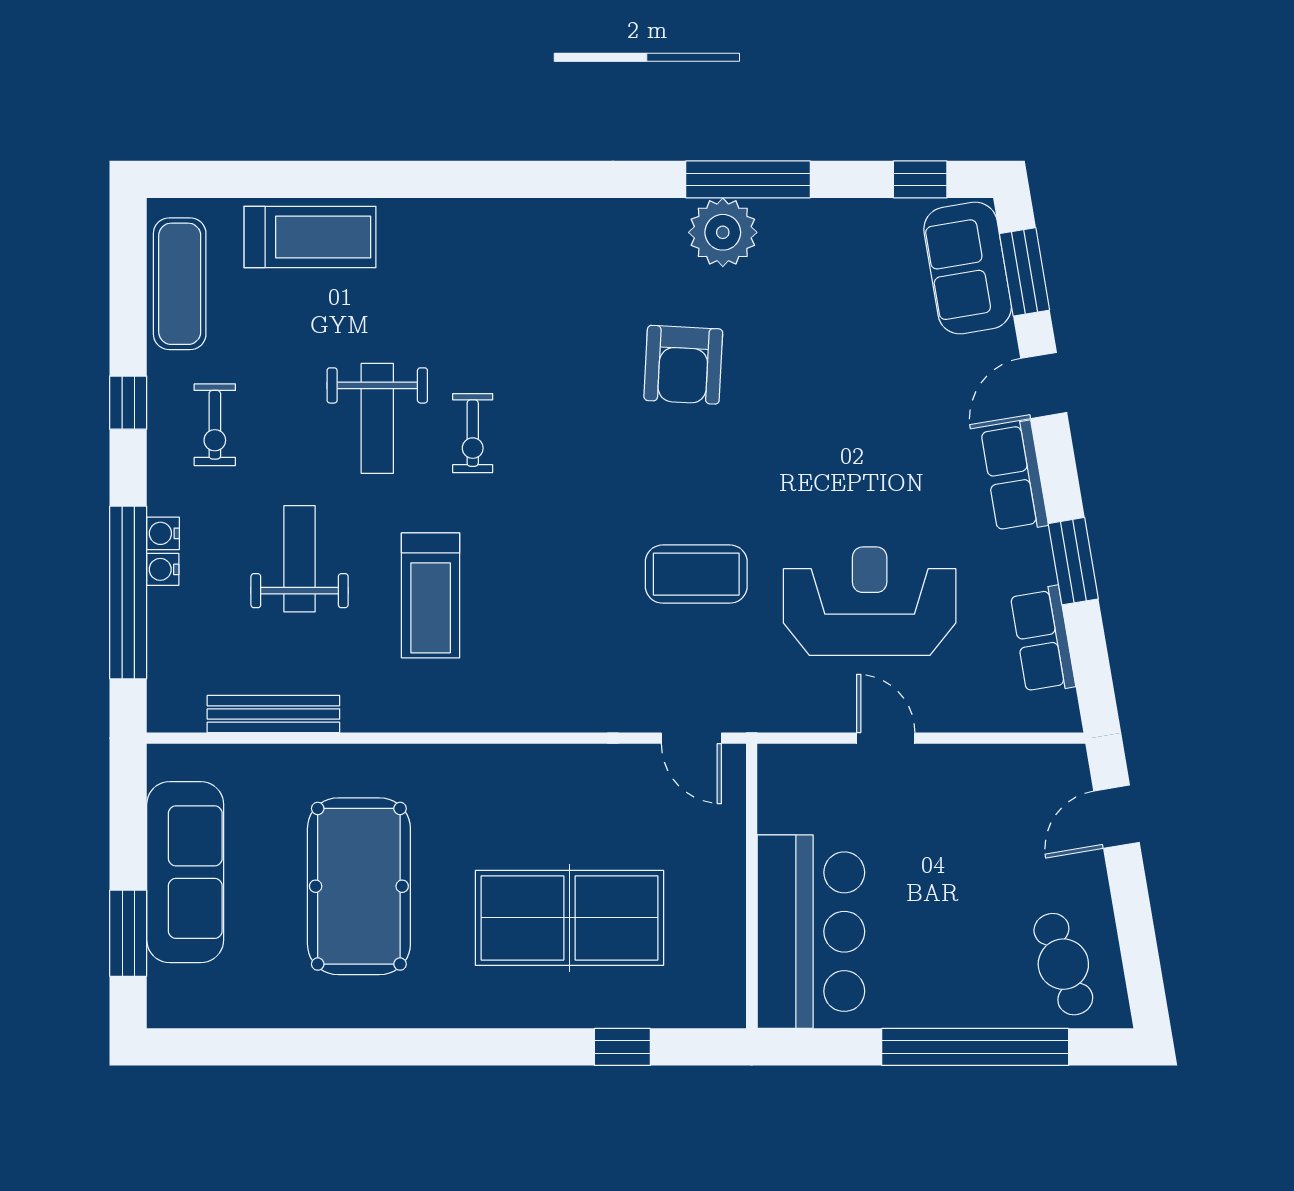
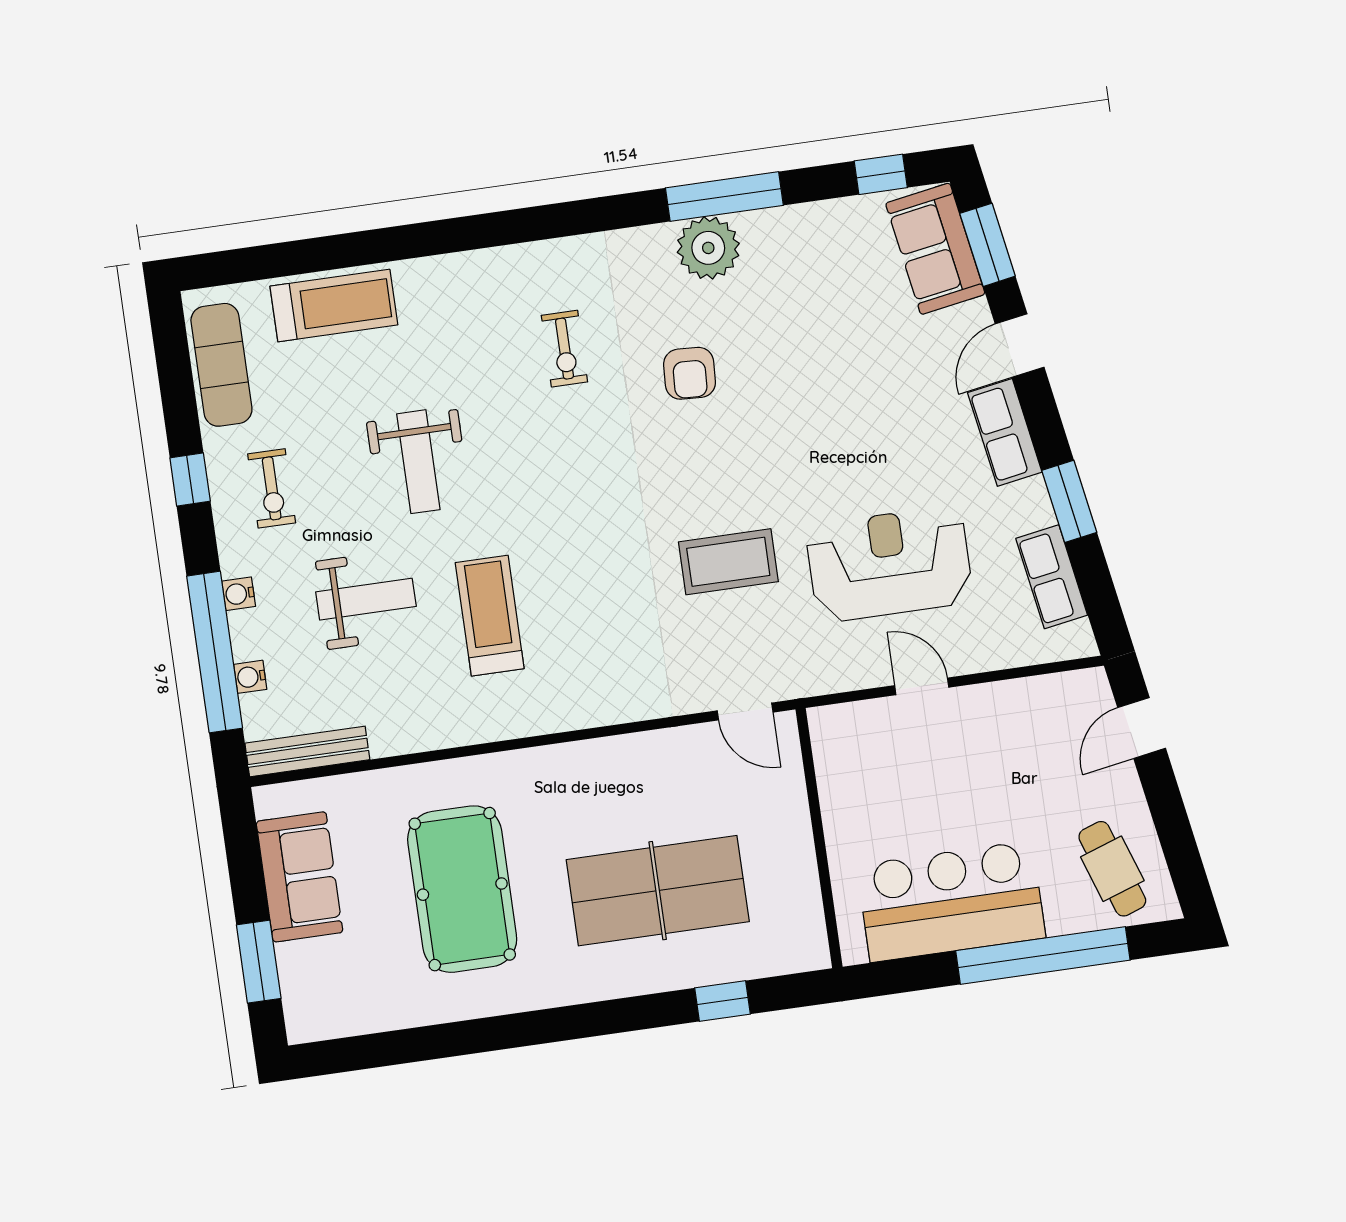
armchair: (683, 365) -> (690, 373), width x0.72, depth x0.72
exercise bike: (473, 433) -> (564, 349), moved
weight bench: (300, 559) -> (366, 599), turned 90
water cooler: (163, 569) -> (250, 677), moved
treadmill: (431, 595) -> (490, 616), turned 180
bench: (273, 714) -> (307, 751), moved
sofa: (185, 872) -> (300, 877), width x0.73
bar counter: (811, 932) -> (951, 901), moved, turned -90

